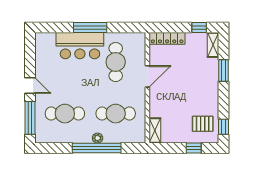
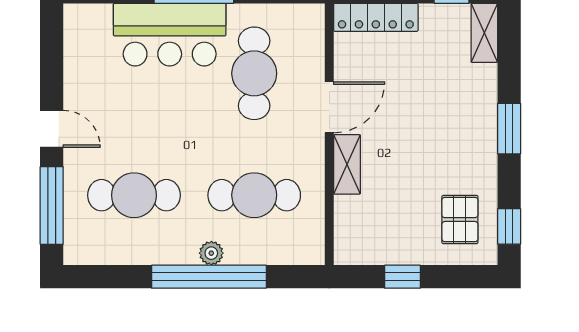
window: (223, 70) -> (509, 129), moved
pallet: (203, 124) -> (460, 220), turned 90
shelving: (155, 131) -> (347, 164), moved
window: (194, 148) -> (403, 277), moved

